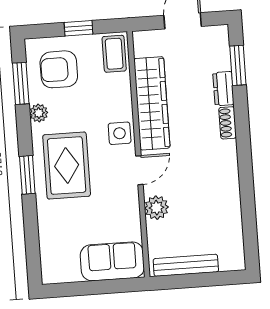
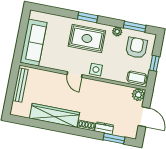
wardrobe: (152, 103) -> (54, 115), moved, turned 180
plant: (157, 208) -> (138, 95), moved
sofa: (112, 261) -> (33, 43), width x1.36

